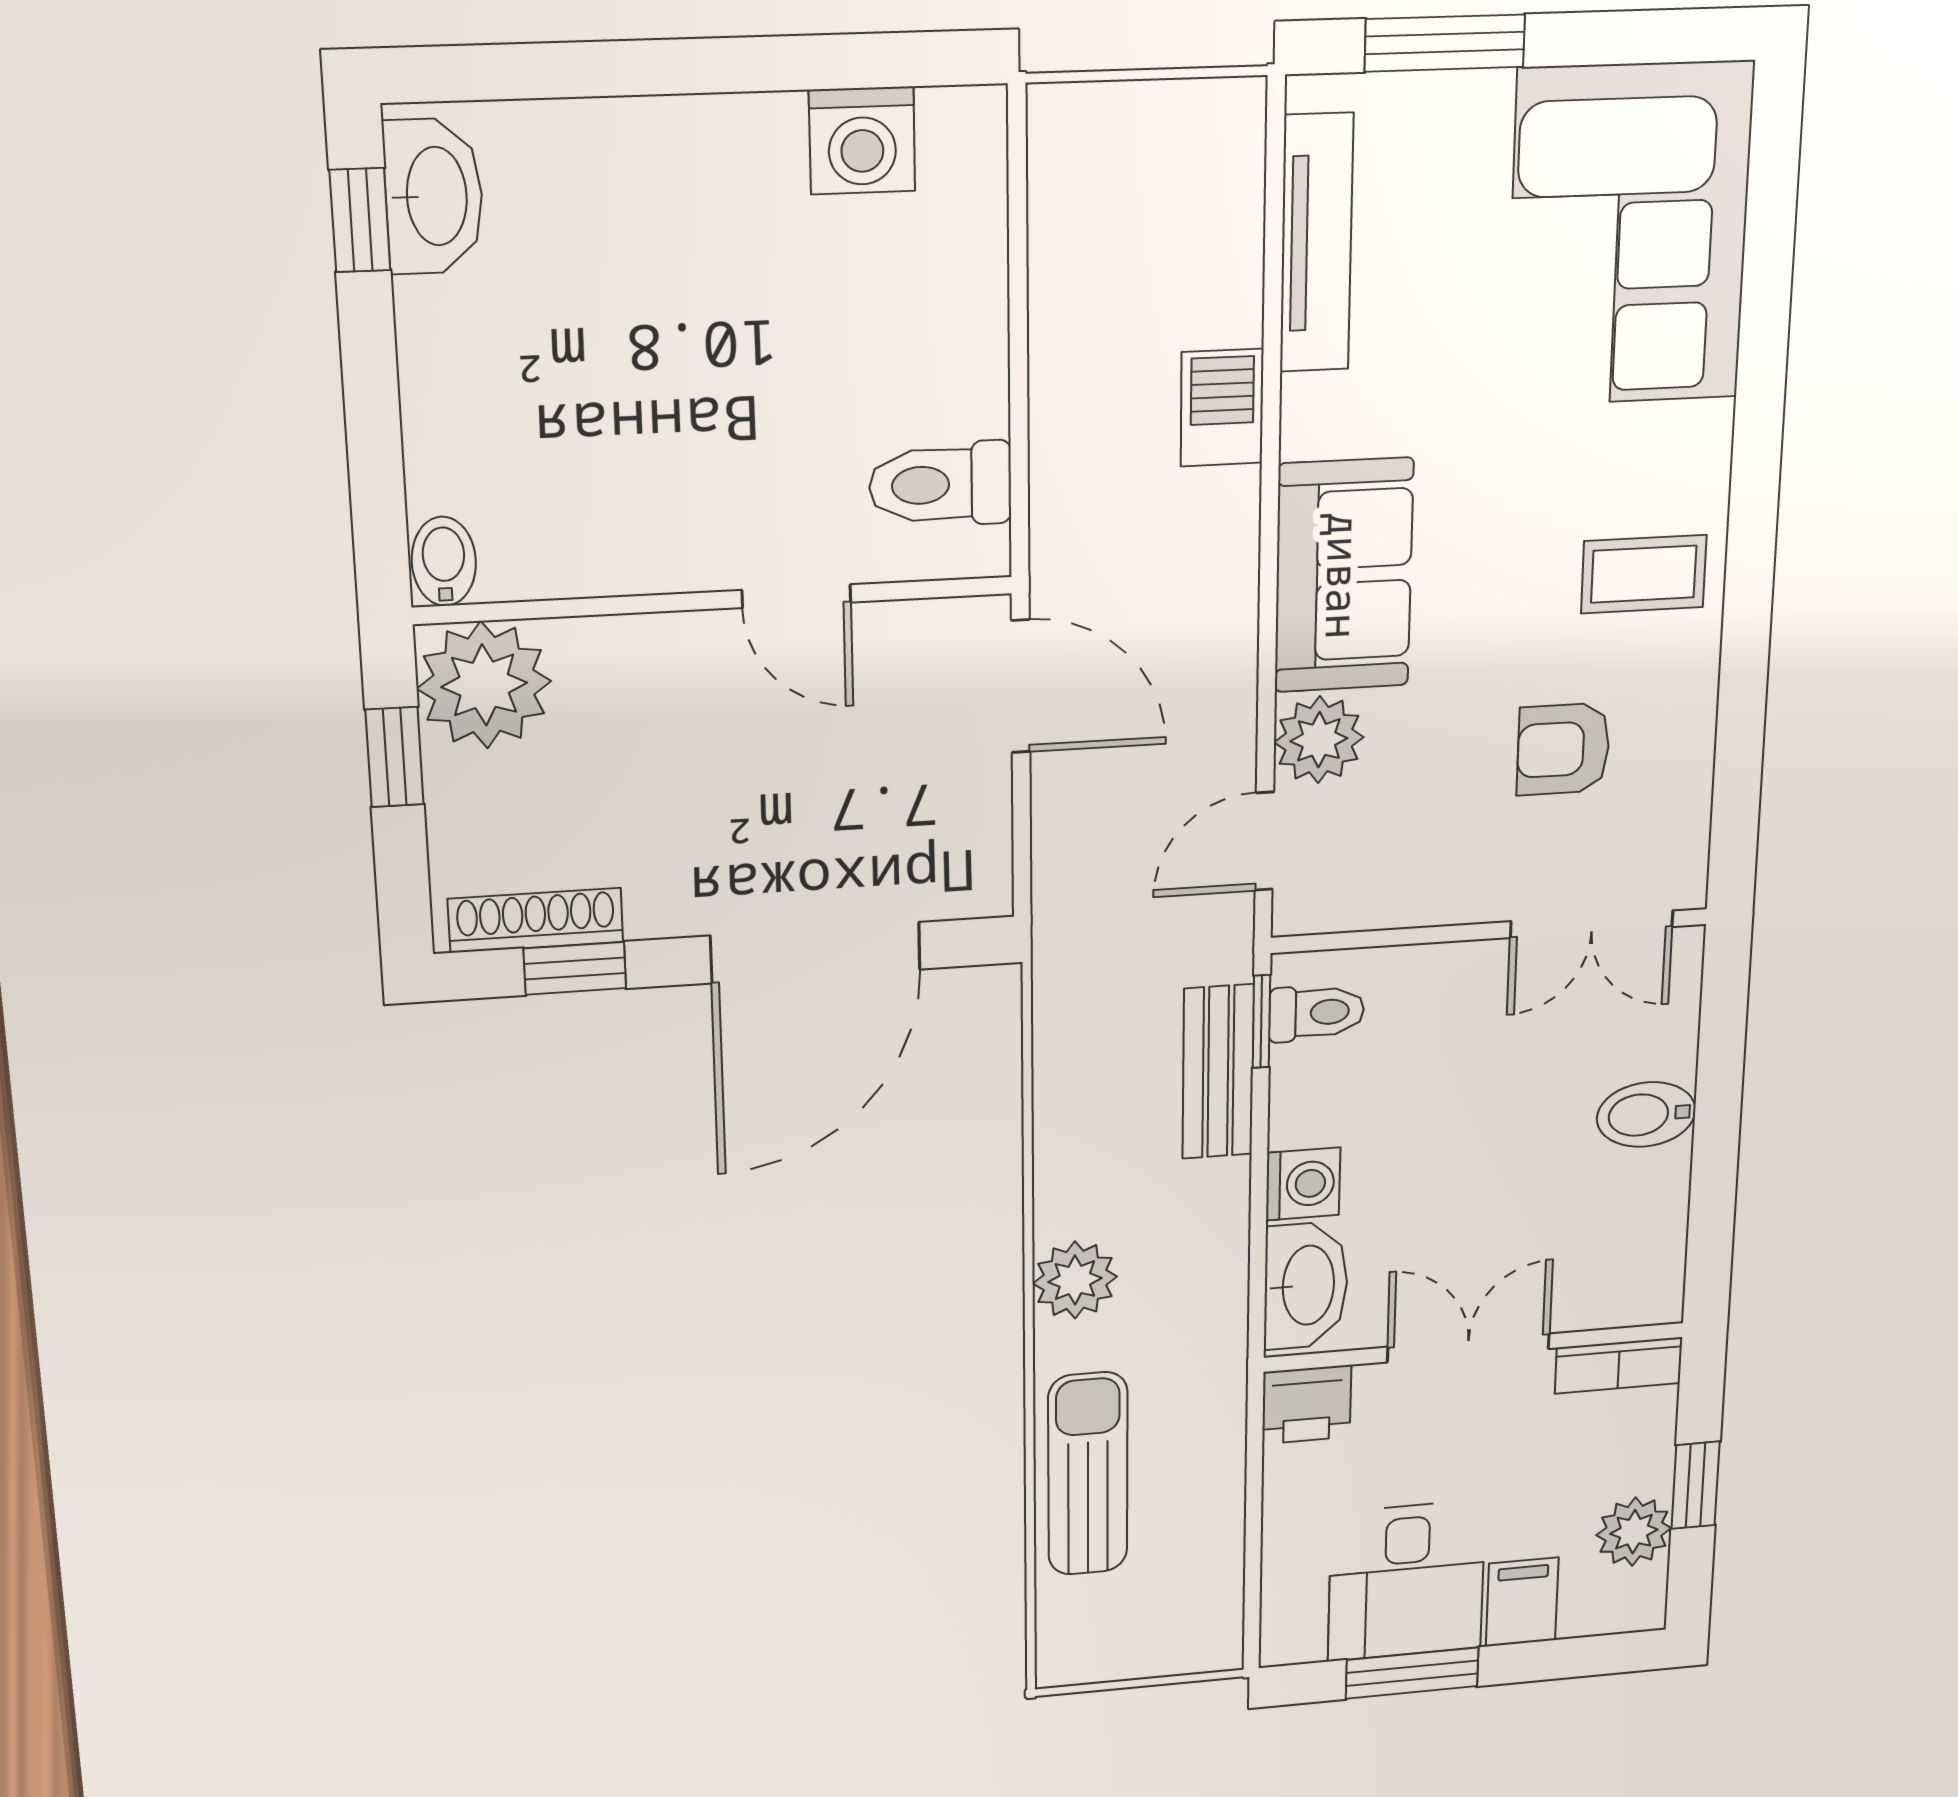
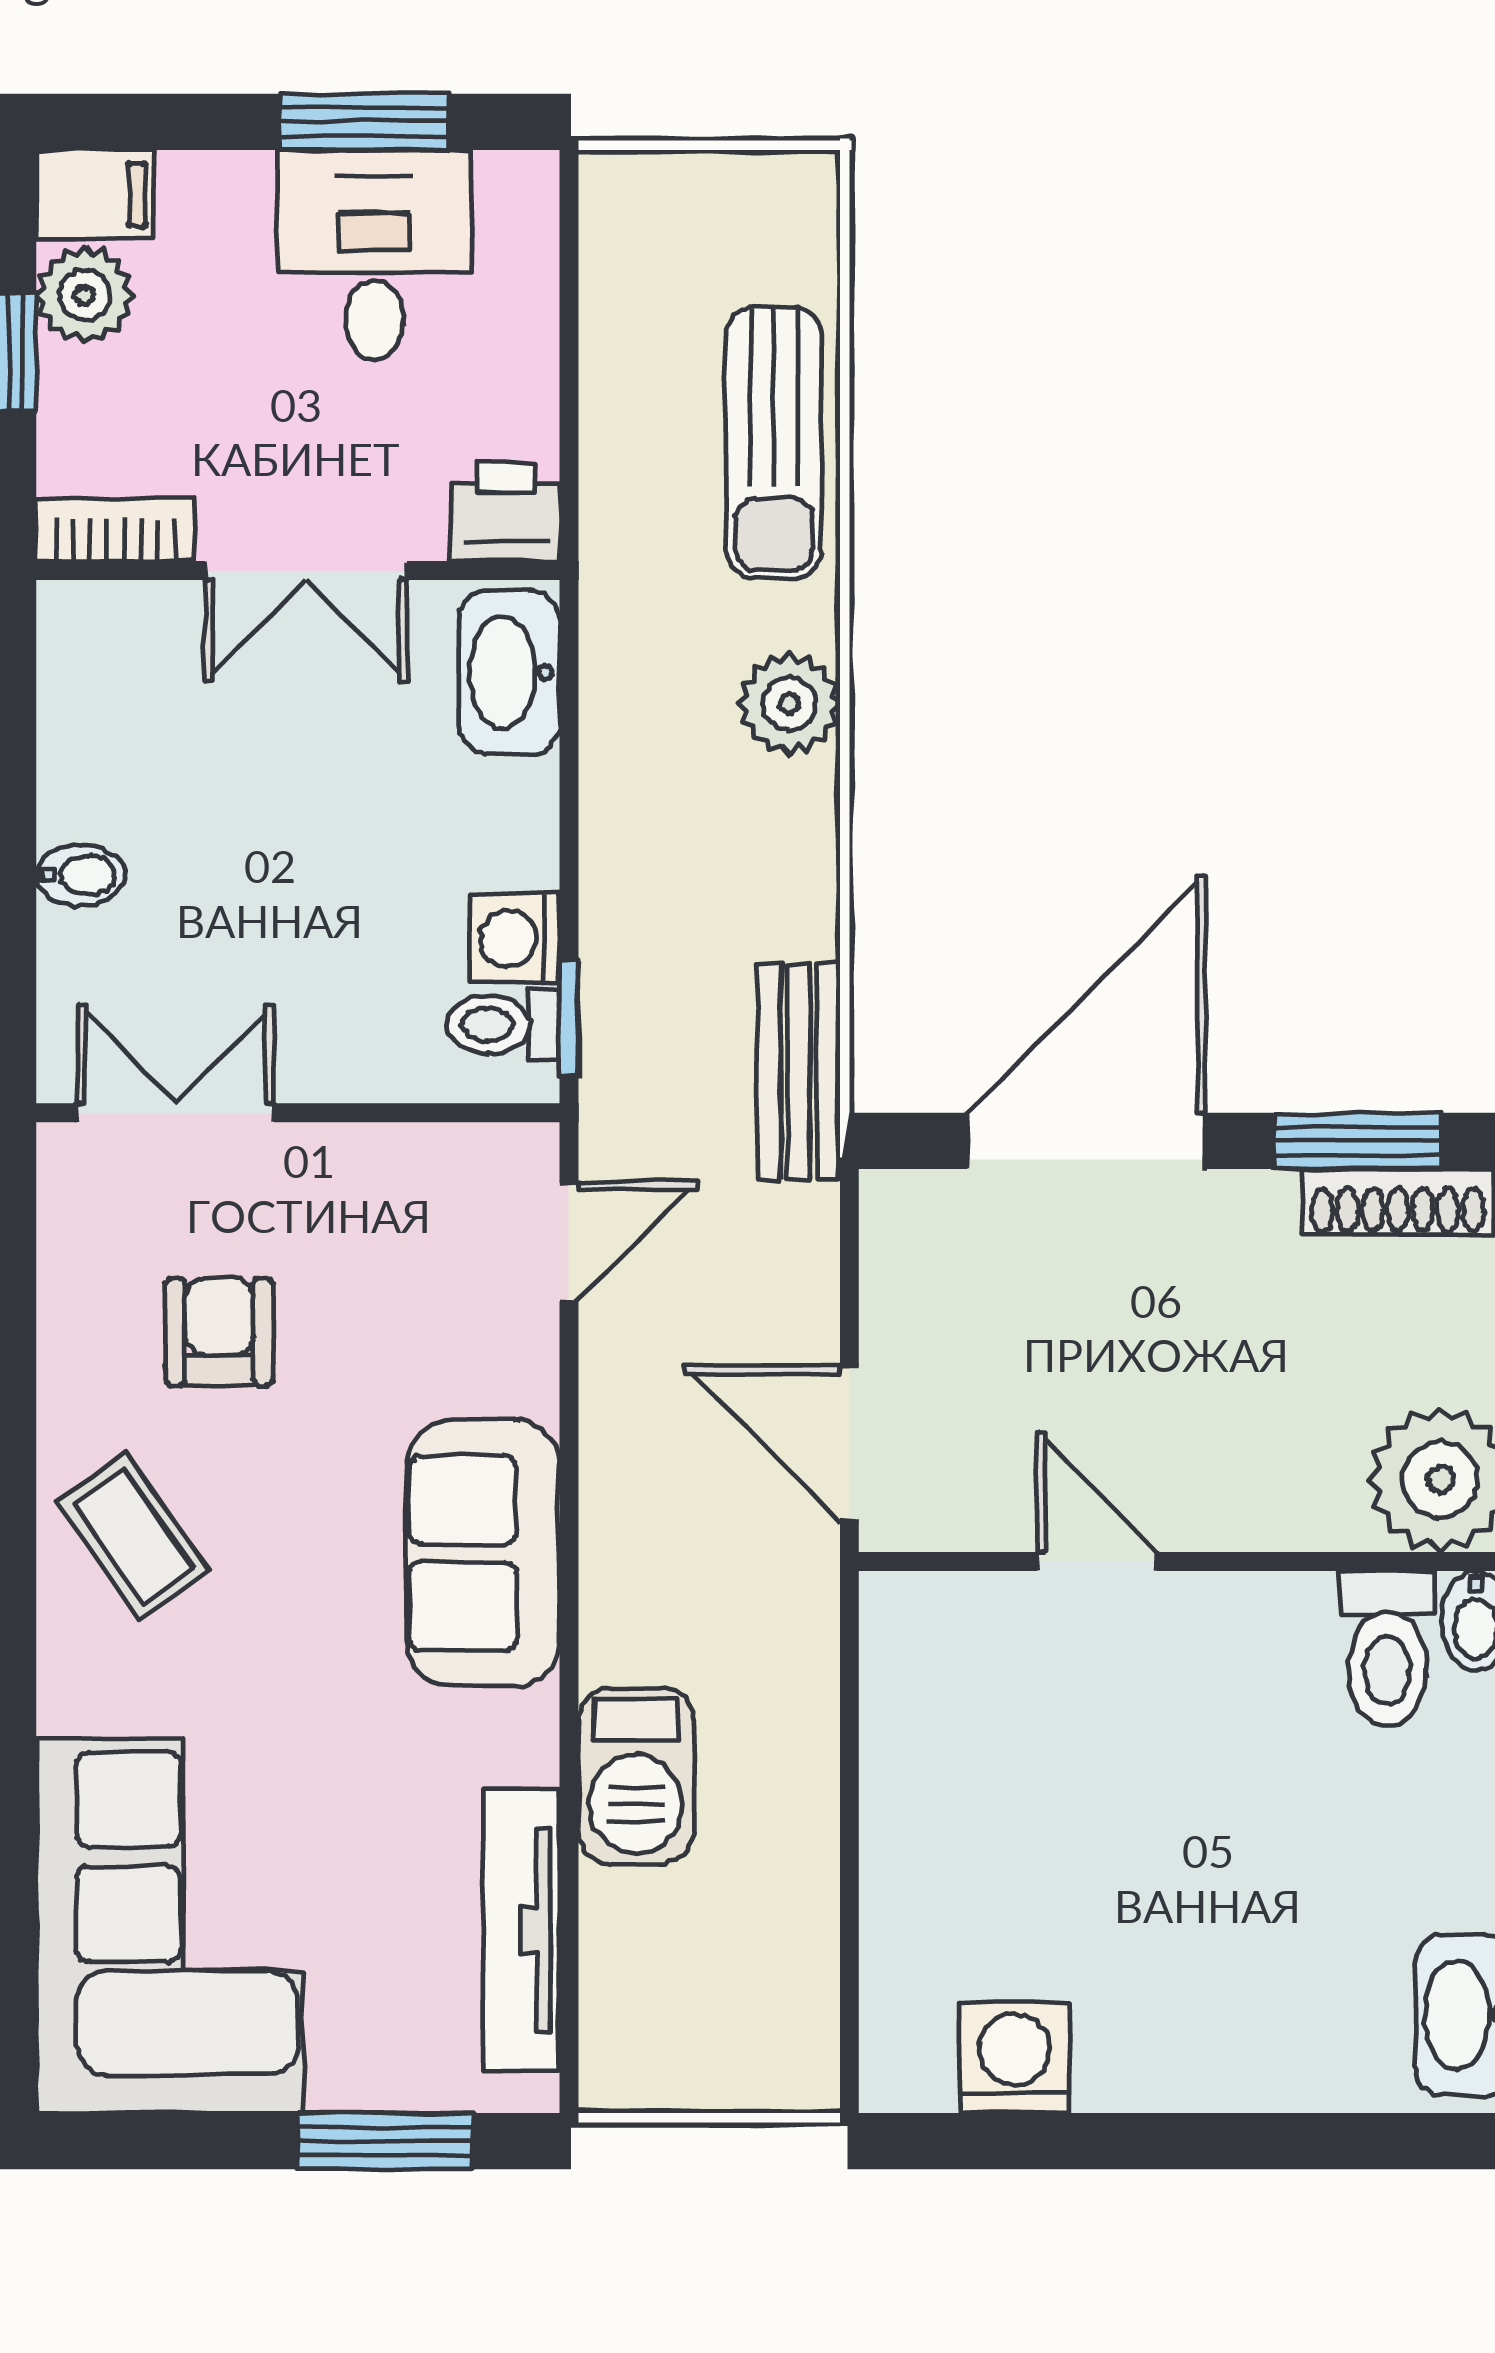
barbecue: (1222, 408) -> (636, 1776), width x1.38, depth x1.27
toilet: (940, 484) -> (1387, 1649), moved, turned 90
coffee table: (1644, 574) -> (134, 1536), turned 55
plant: (1319, 740) -> (507, 1360), removed
armchair: (1563, 749) -> (219, 1332), turned -90
window: (575, 968) -> (1357, 1141), width x1.50
bench: (1218, 1072) -> (799, 1072), moved
bidet: (1646, 1114) -> (81, 875), width x0.72, depth x0.74
washing machine: (1303, 1184) -> (515, 938), moved
filing cabinet: (1522, 1602) -> (95, 194), moved, turned -90

